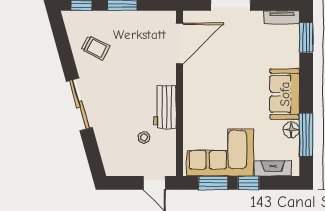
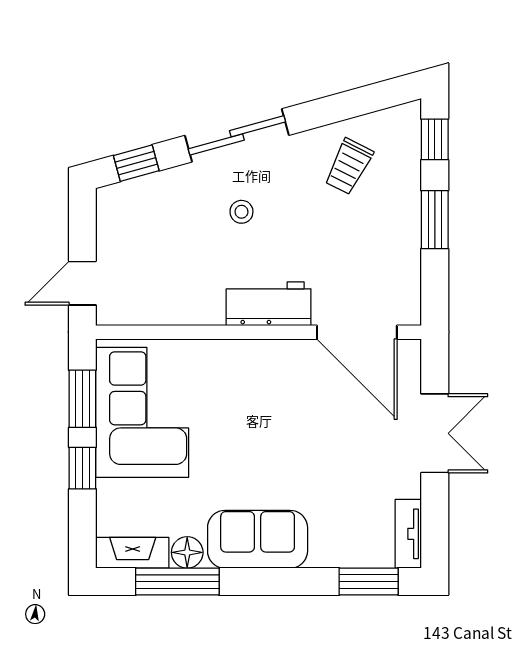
workbench: (165, 107) -> (269, 304), moved
stool: (144, 137) -> (241, 212), moved
window: (93, 156) -> (136, 163), added
fireplace: (273, 168) -> (133, 553), moved, turned -90

